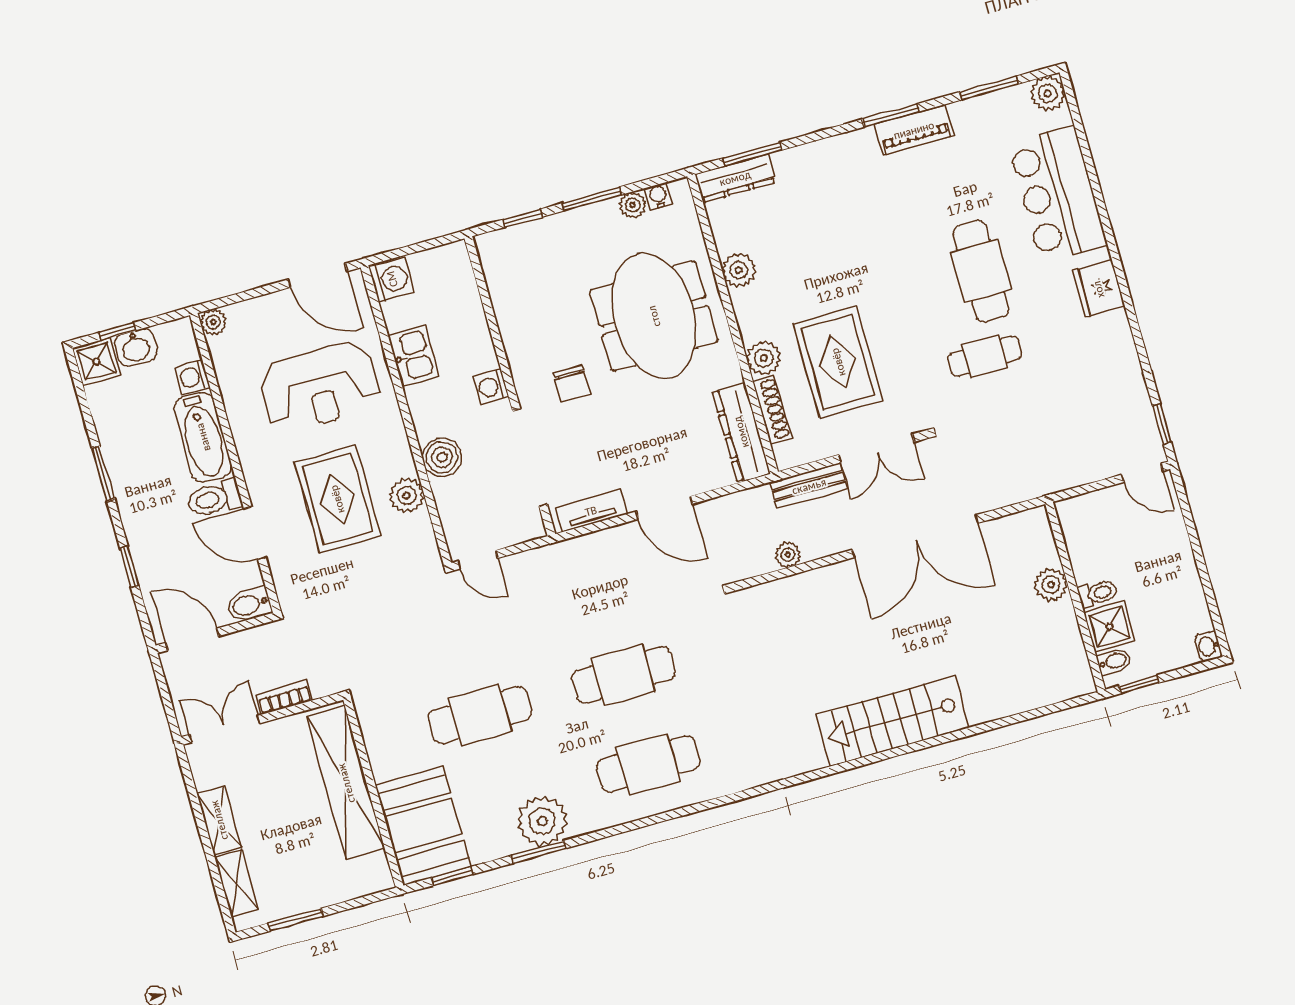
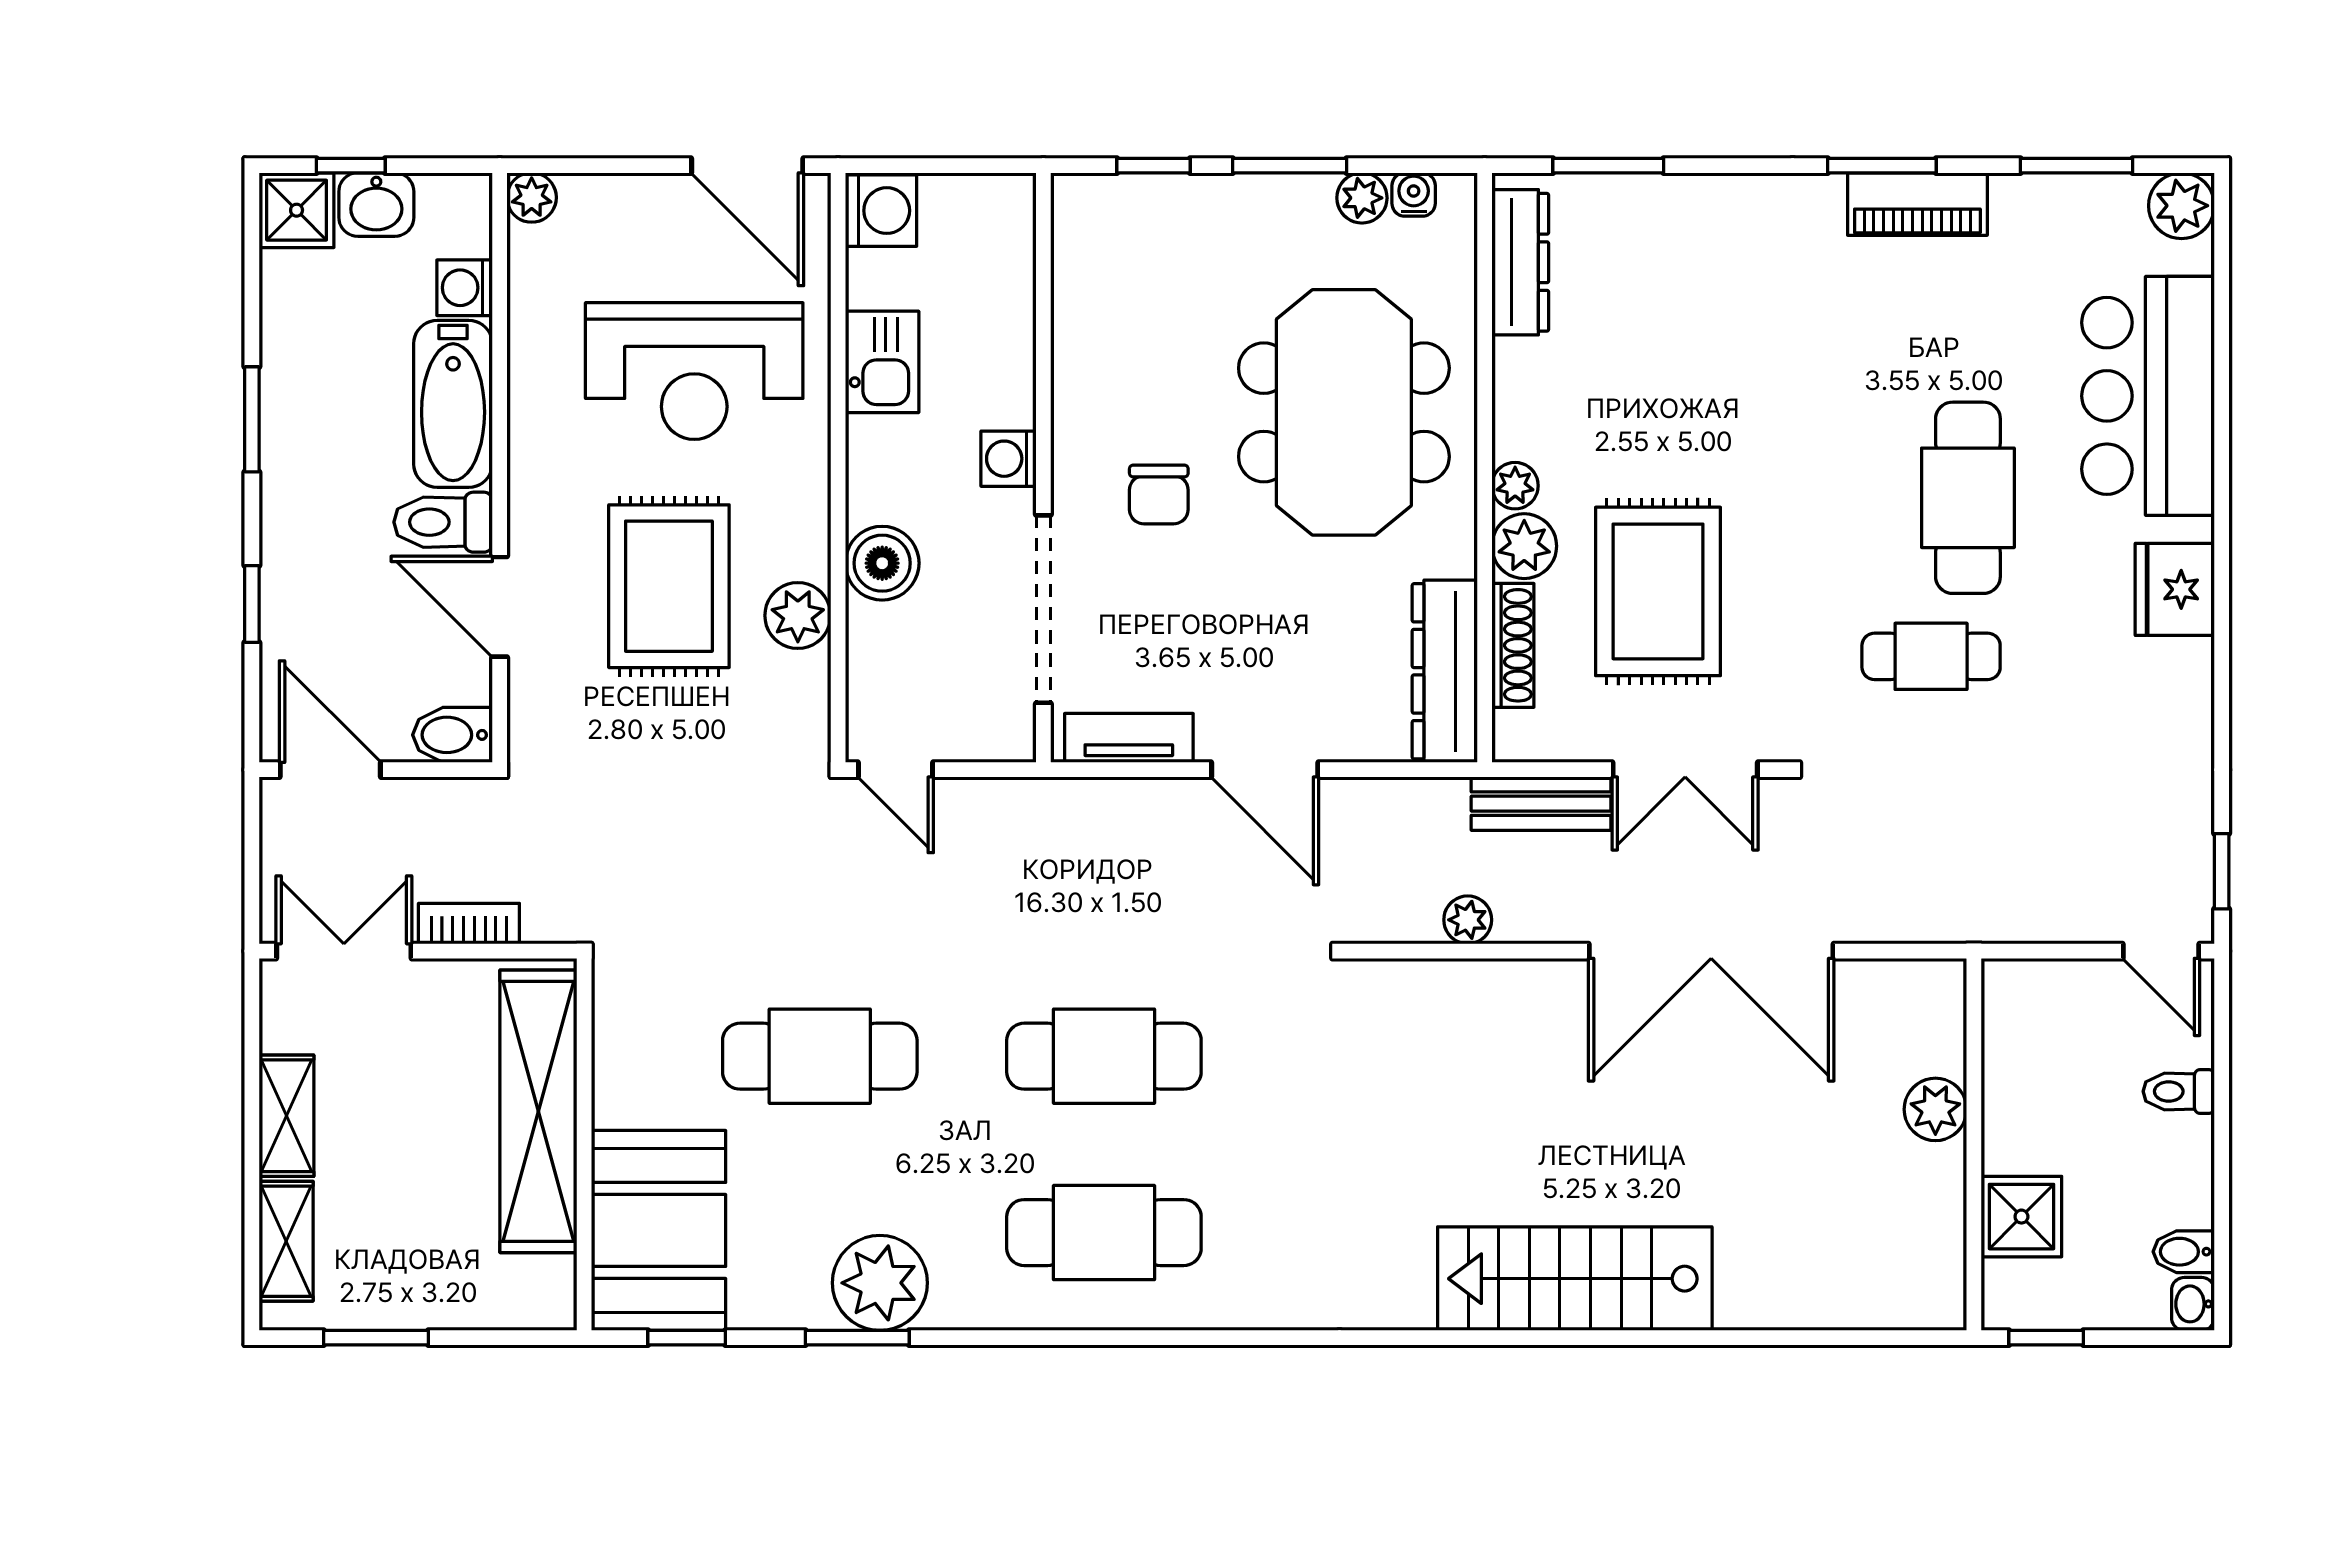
dresser: (735, 178) -> (1520, 262), moved, turned -90
plant: (739, 270) -> (1515, 486), moved, width x0.73, depth x0.73
toilet: (1098, 593) -> (2179, 1091), moved, turned 180
bidet: (1114, 661) -> (2184, 1252), moved, turned 180

